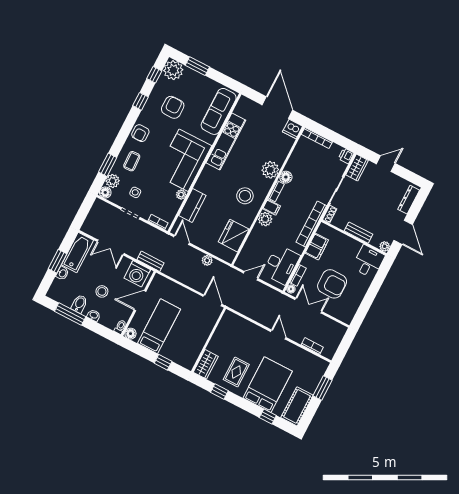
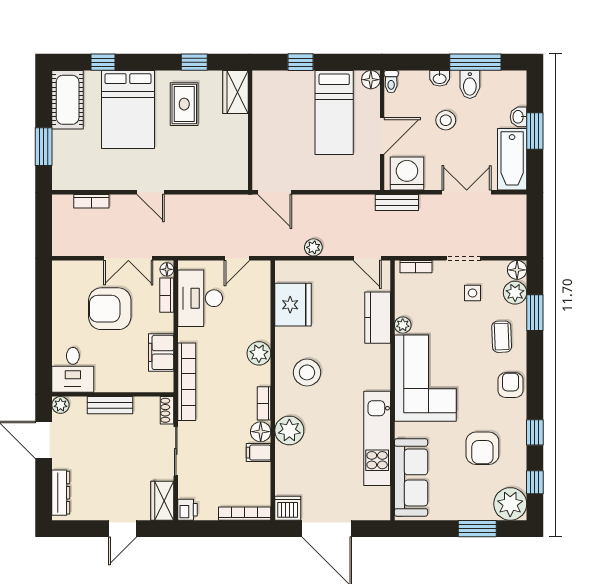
filing cabinet: (272, 207) -> (259, 453), moved

